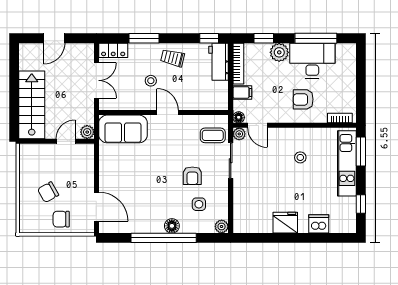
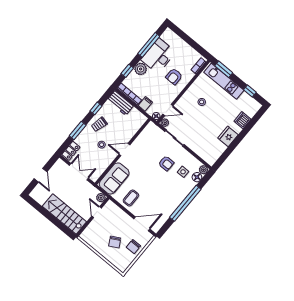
window: (209, 38) -> (96, 108), moved
coffee table: (213, 135) -> (131, 198), moved
floor lamp: (172, 226) -> (197, 177), moved

